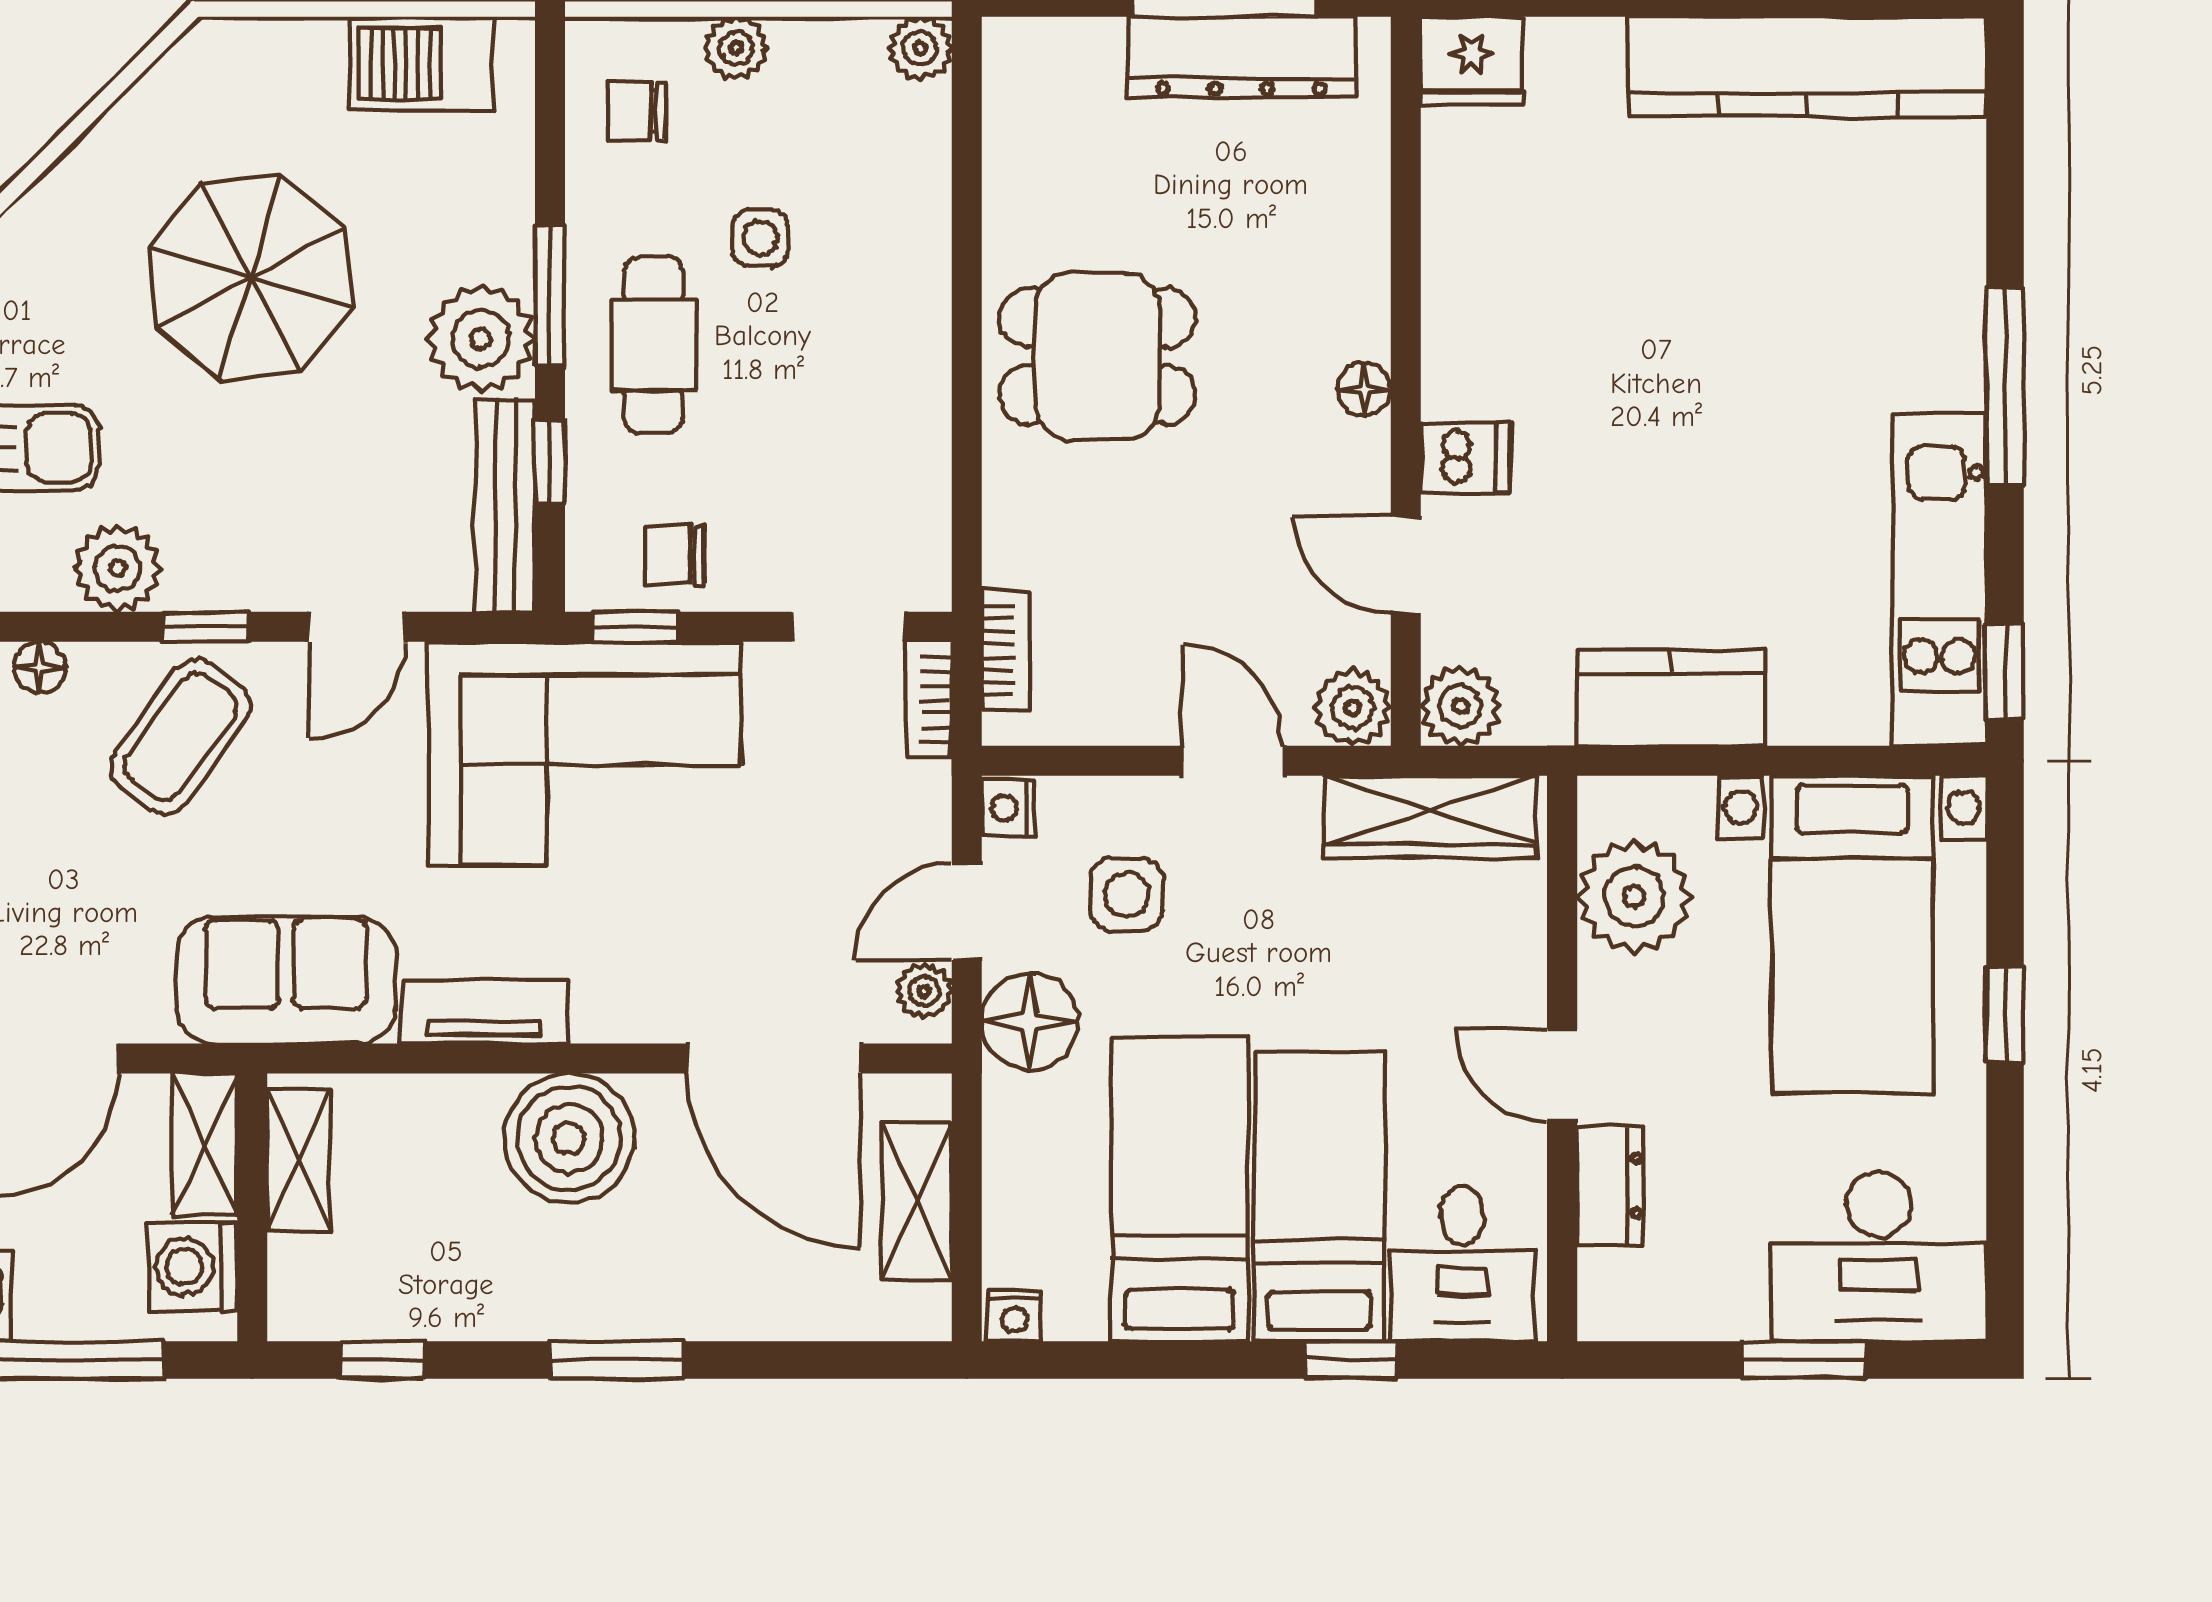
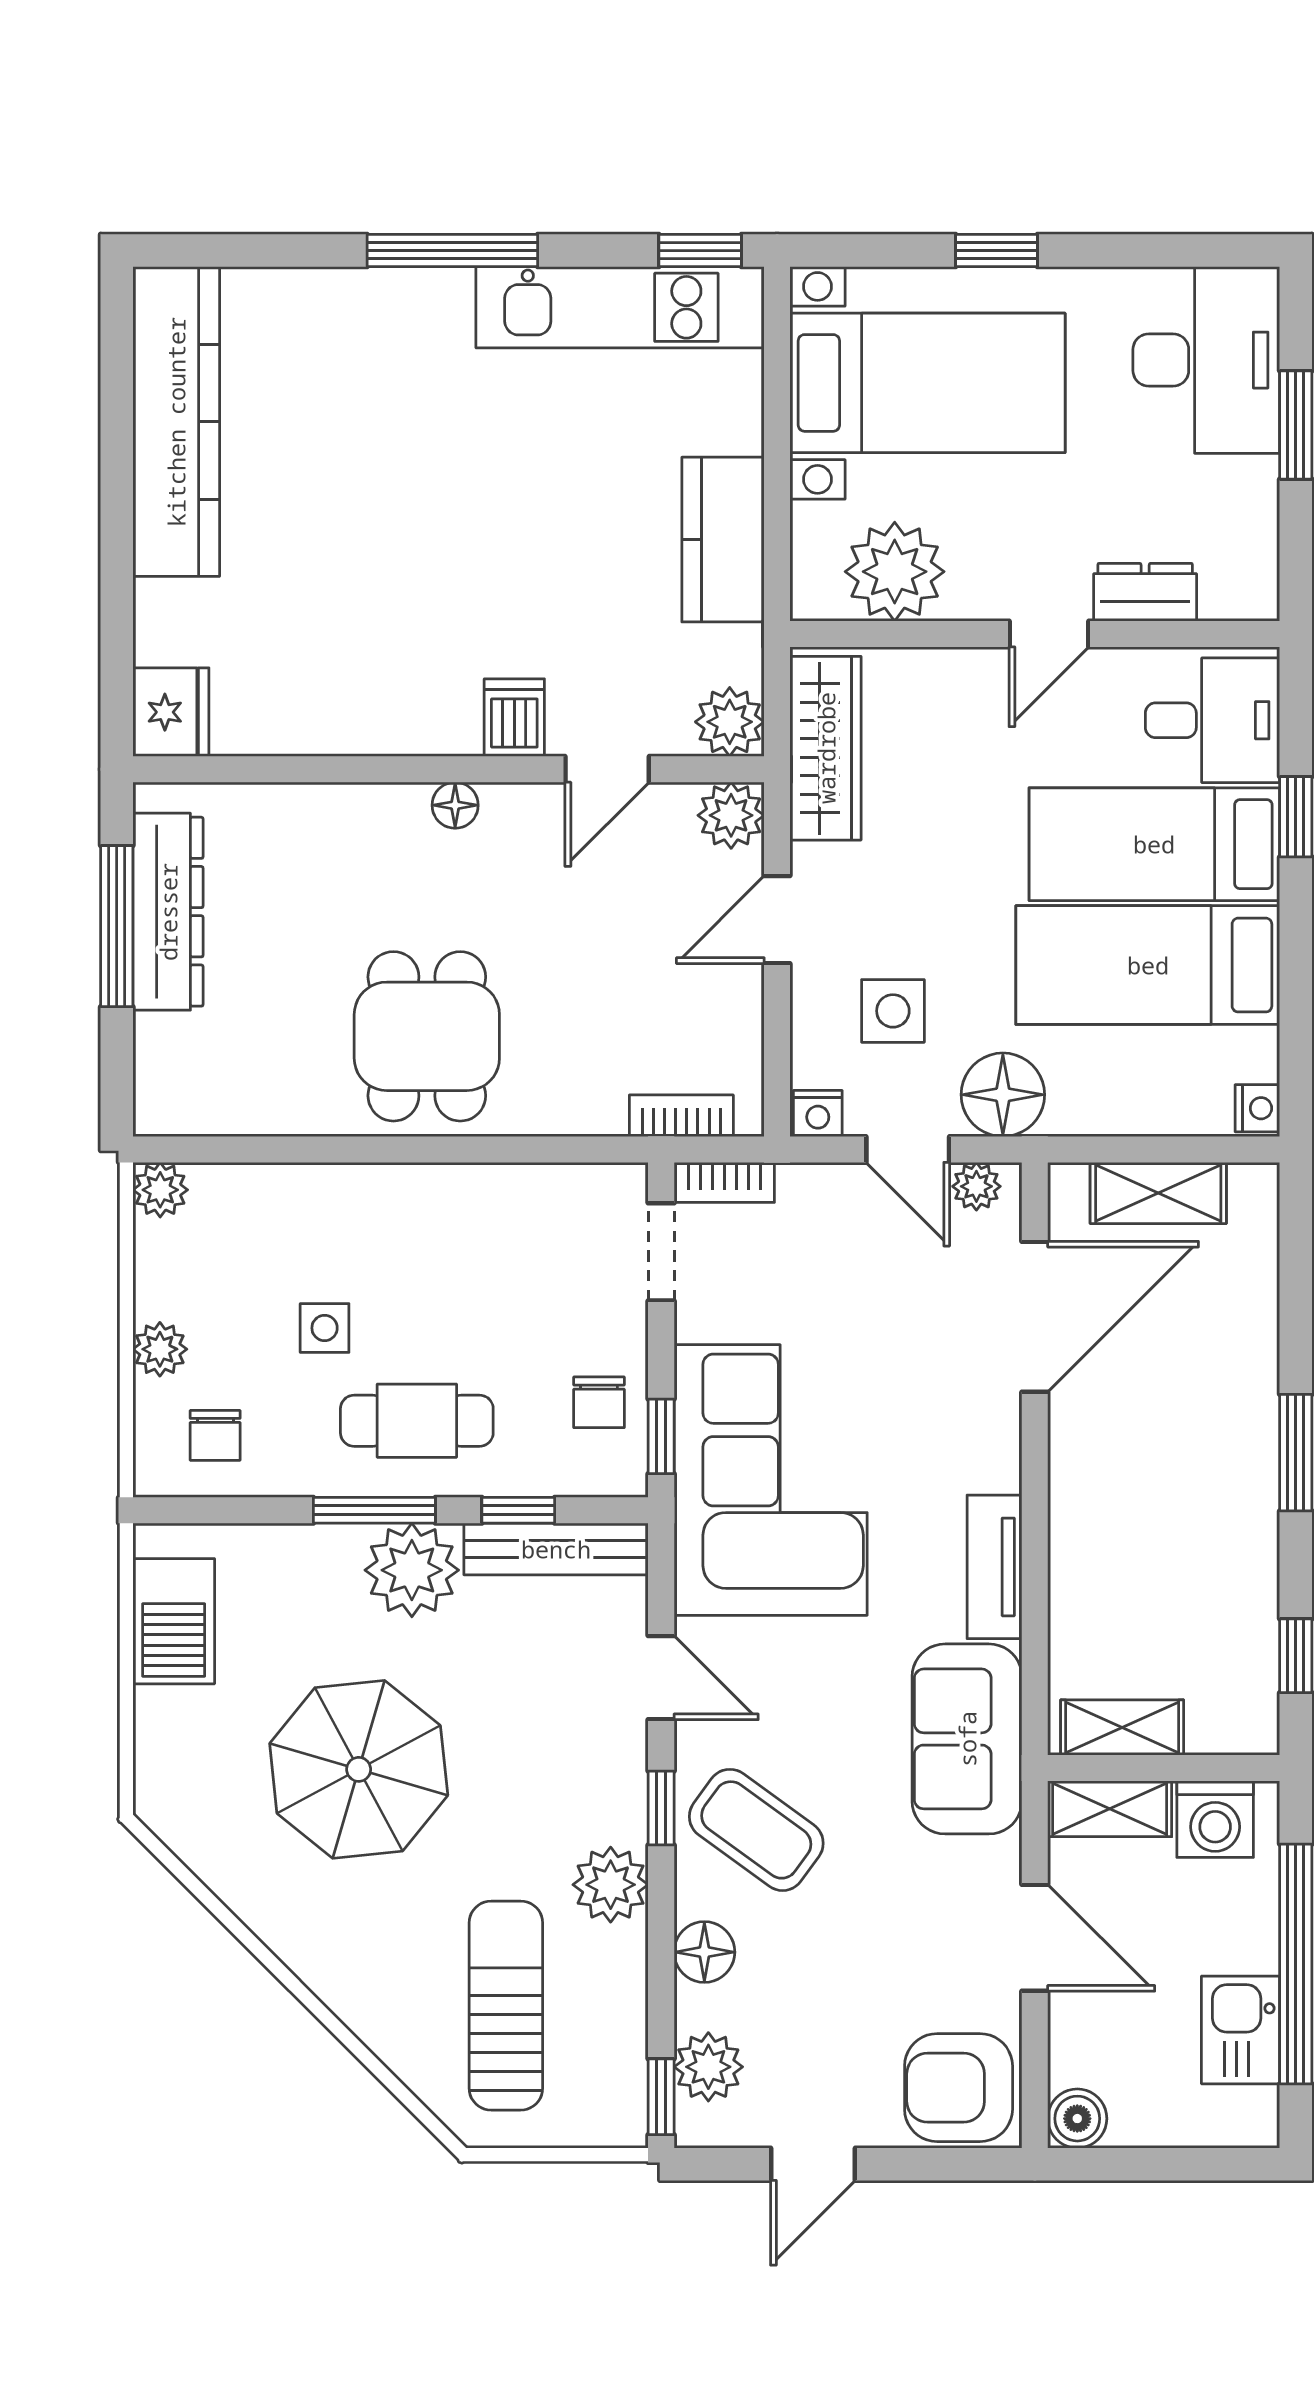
floor lamp: (40, 667) -> (704, 1952), width x1.37, depth x1.37
boiler: (569, 1138) -> (1104, 1494), removed

